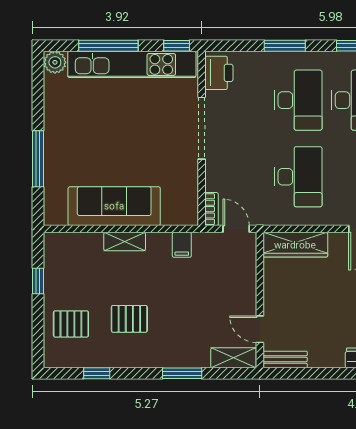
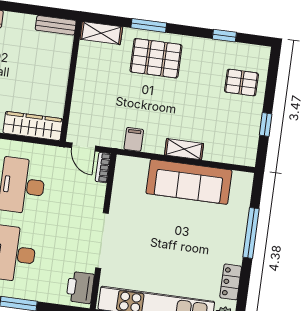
locker: (53, 101) -> (231, 282), added
pallet: (129, 319) -> (156, 58), moved, width x1.50, depth x1.42
door: (260, 329) -> (75, 55), removed

